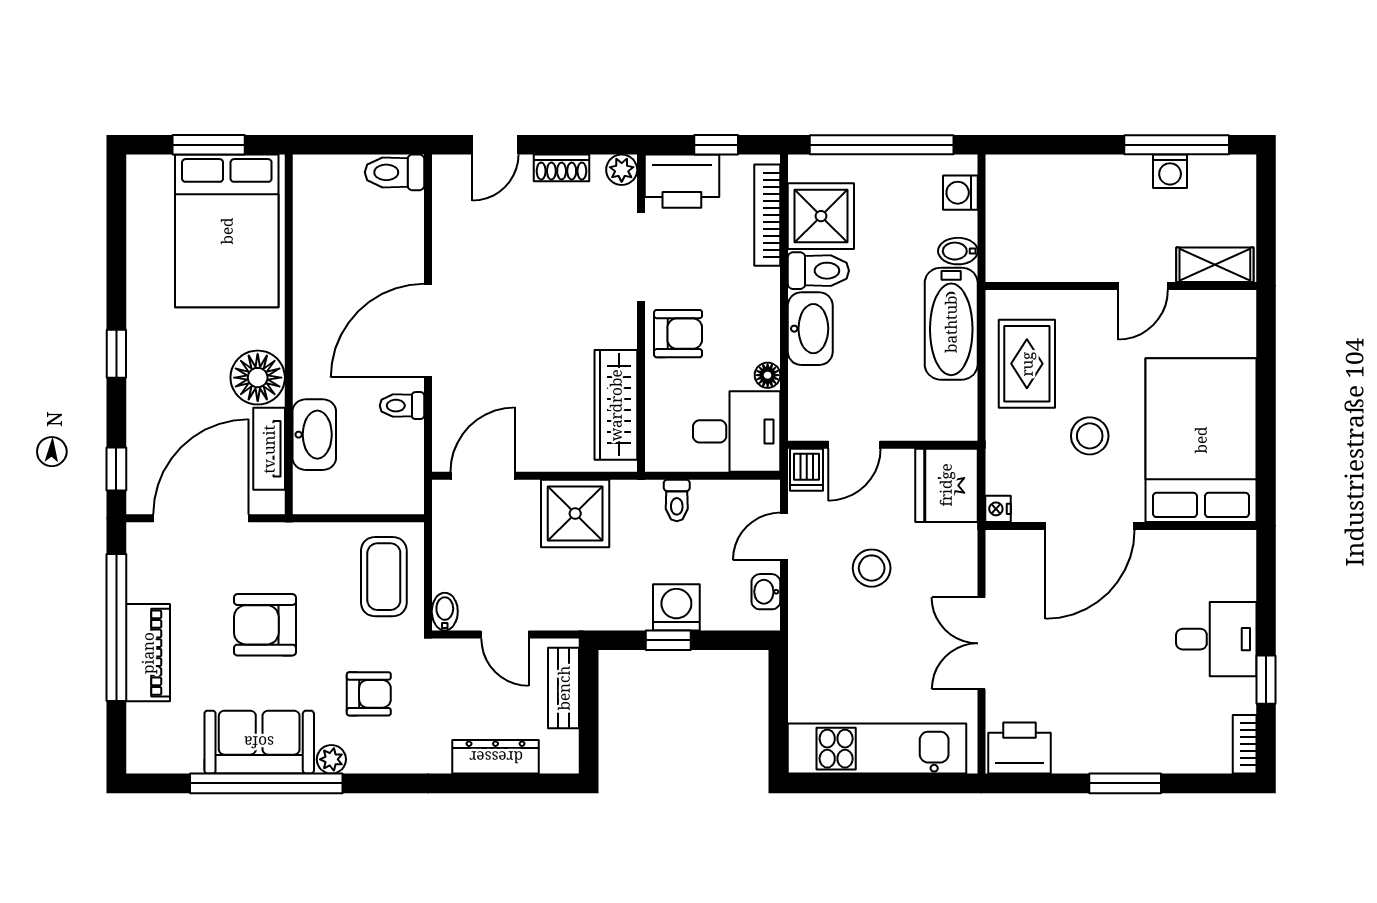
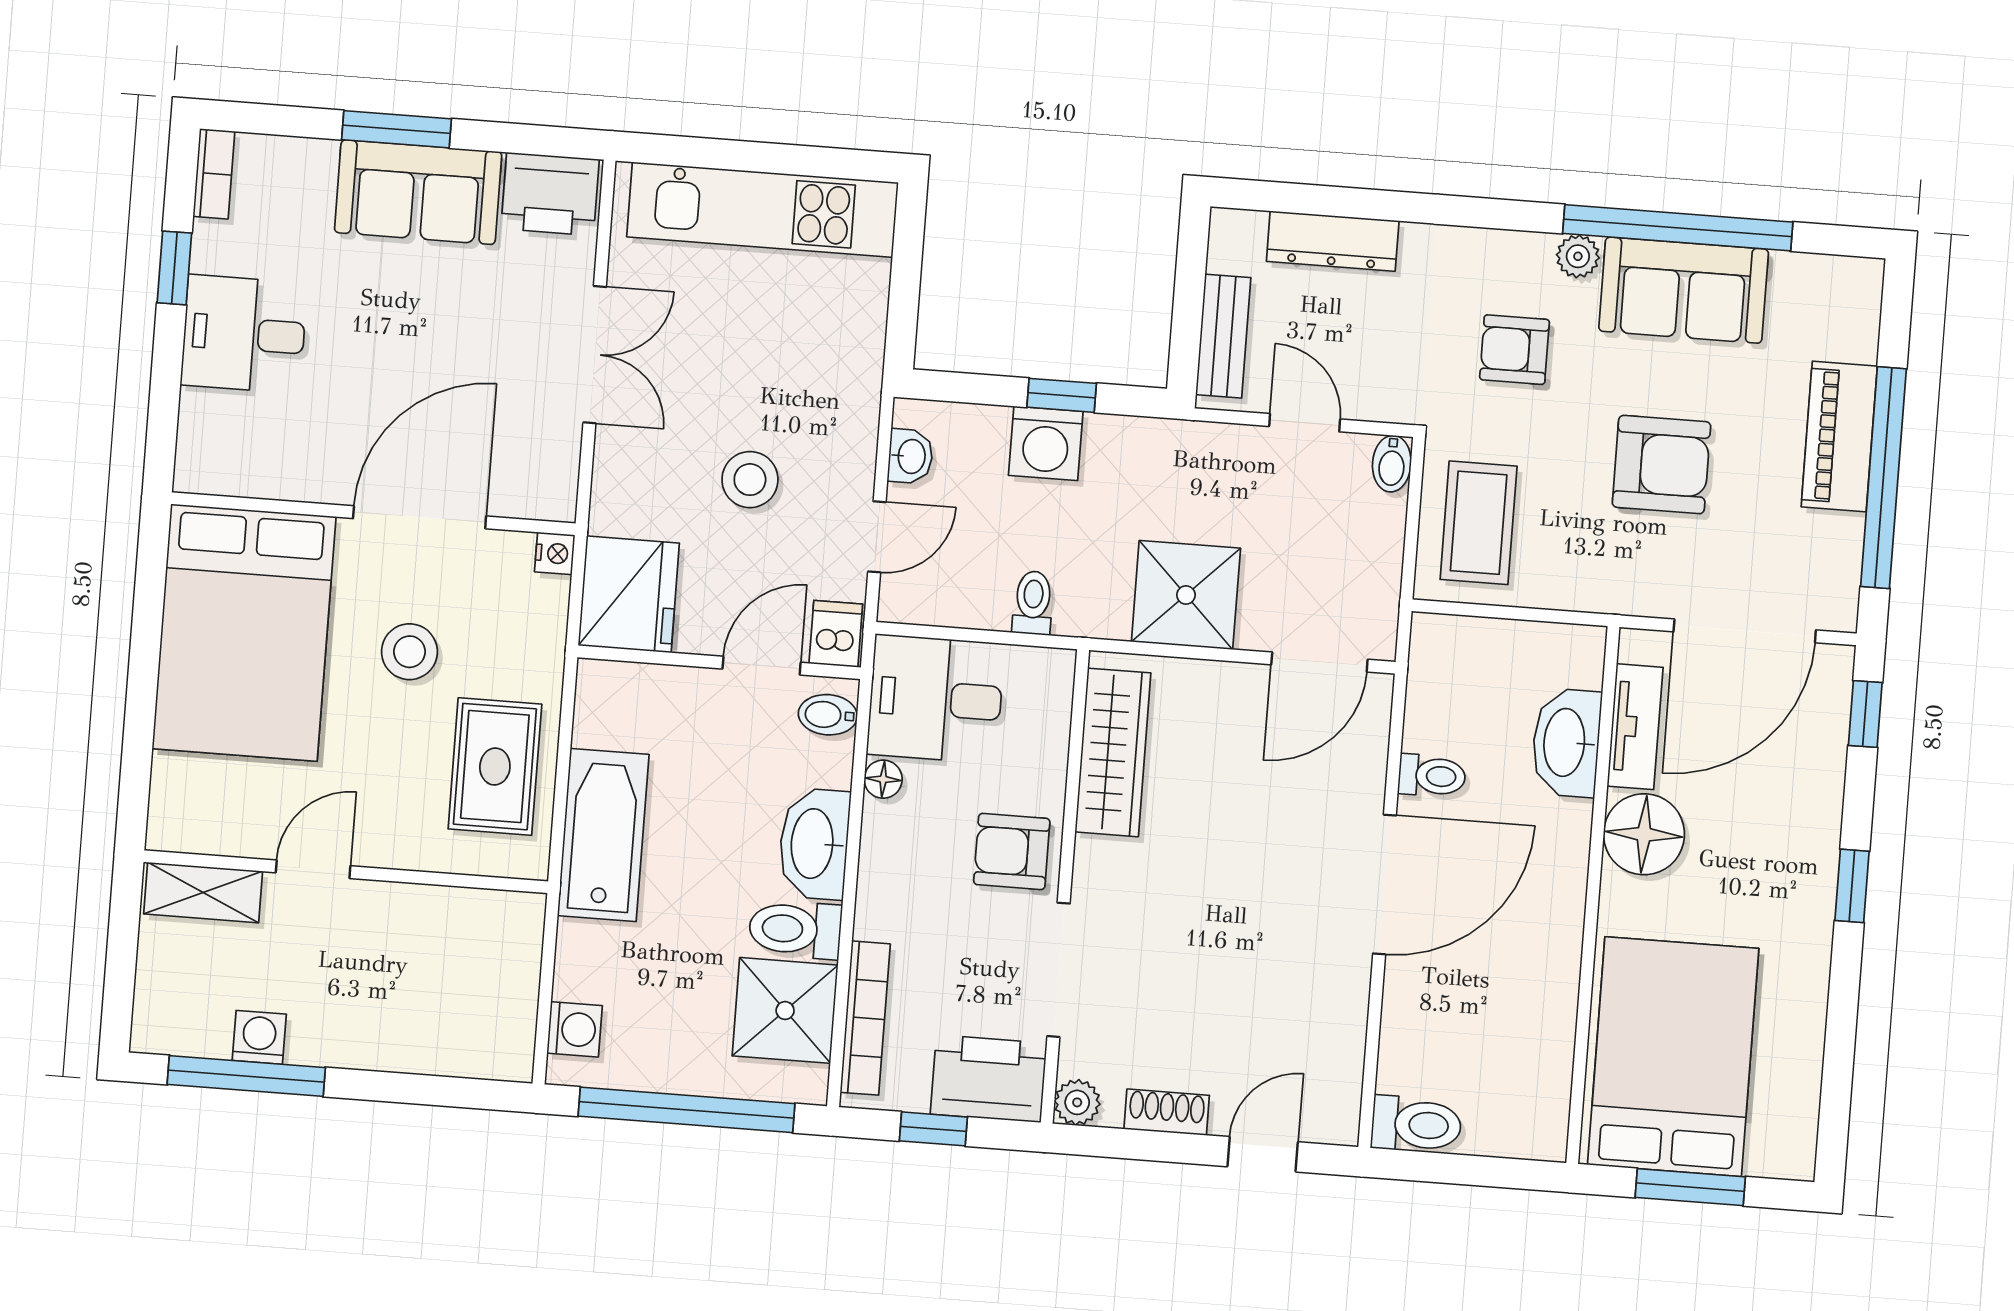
bidet: (958, 251) -> (828, 715), moved, turned 180
sofa: (1107, 743) -> (418, 192), added

